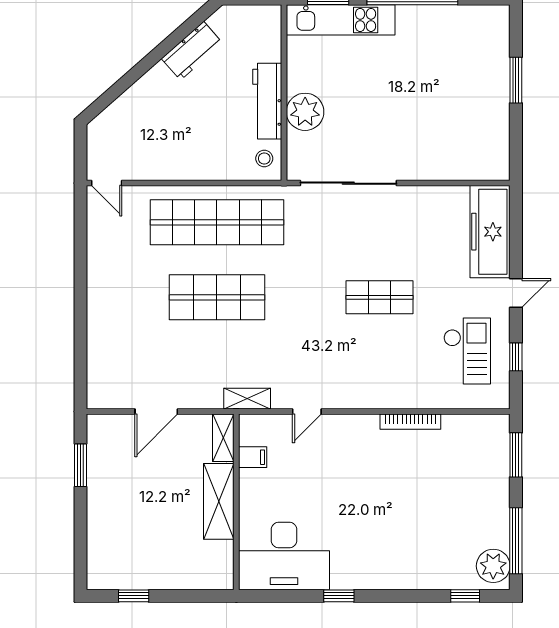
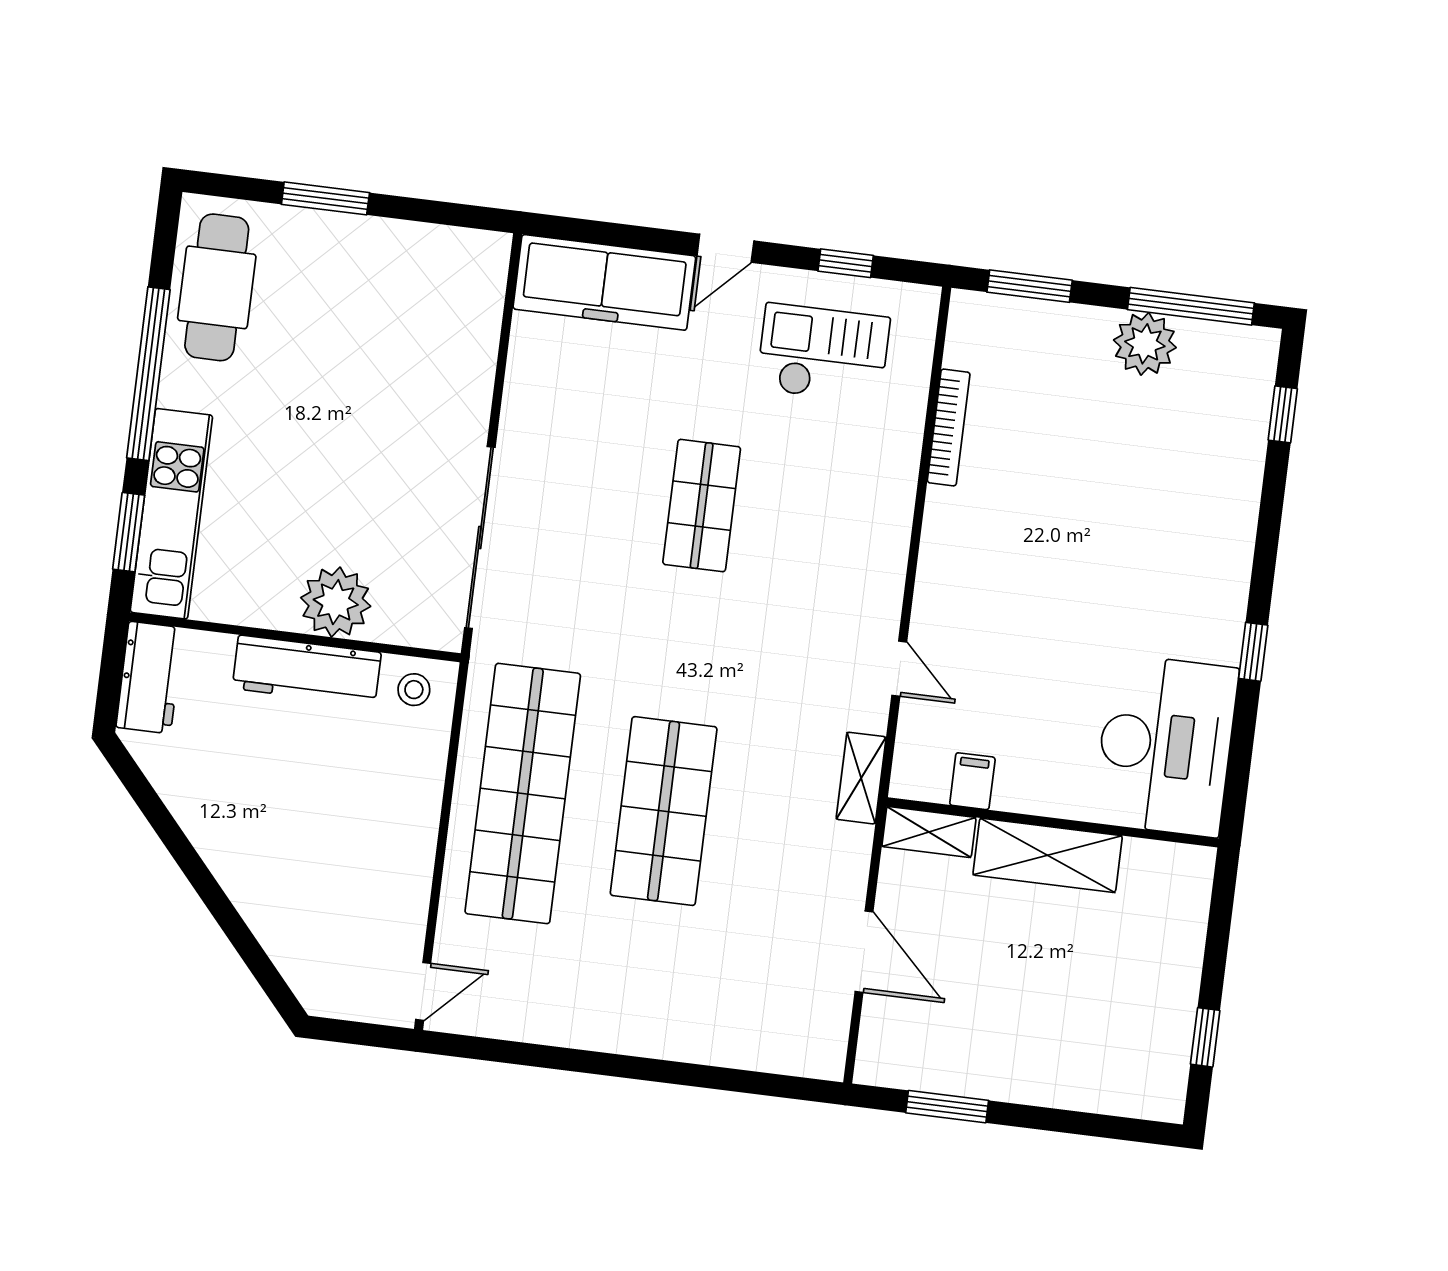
cafe table: (462, 29) -> (217, 287), added
workbench: (192, 51) -> (150, 678), moved, turned 41
door: (516, 293) -> (725, 248), swing flipped
bookcase: (410, 422) -> (949, 427), moved
plant: (493, 566) -> (1145, 344), moved

